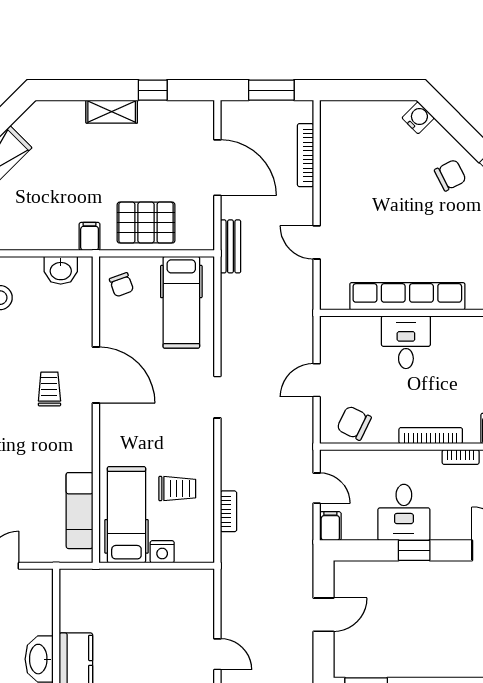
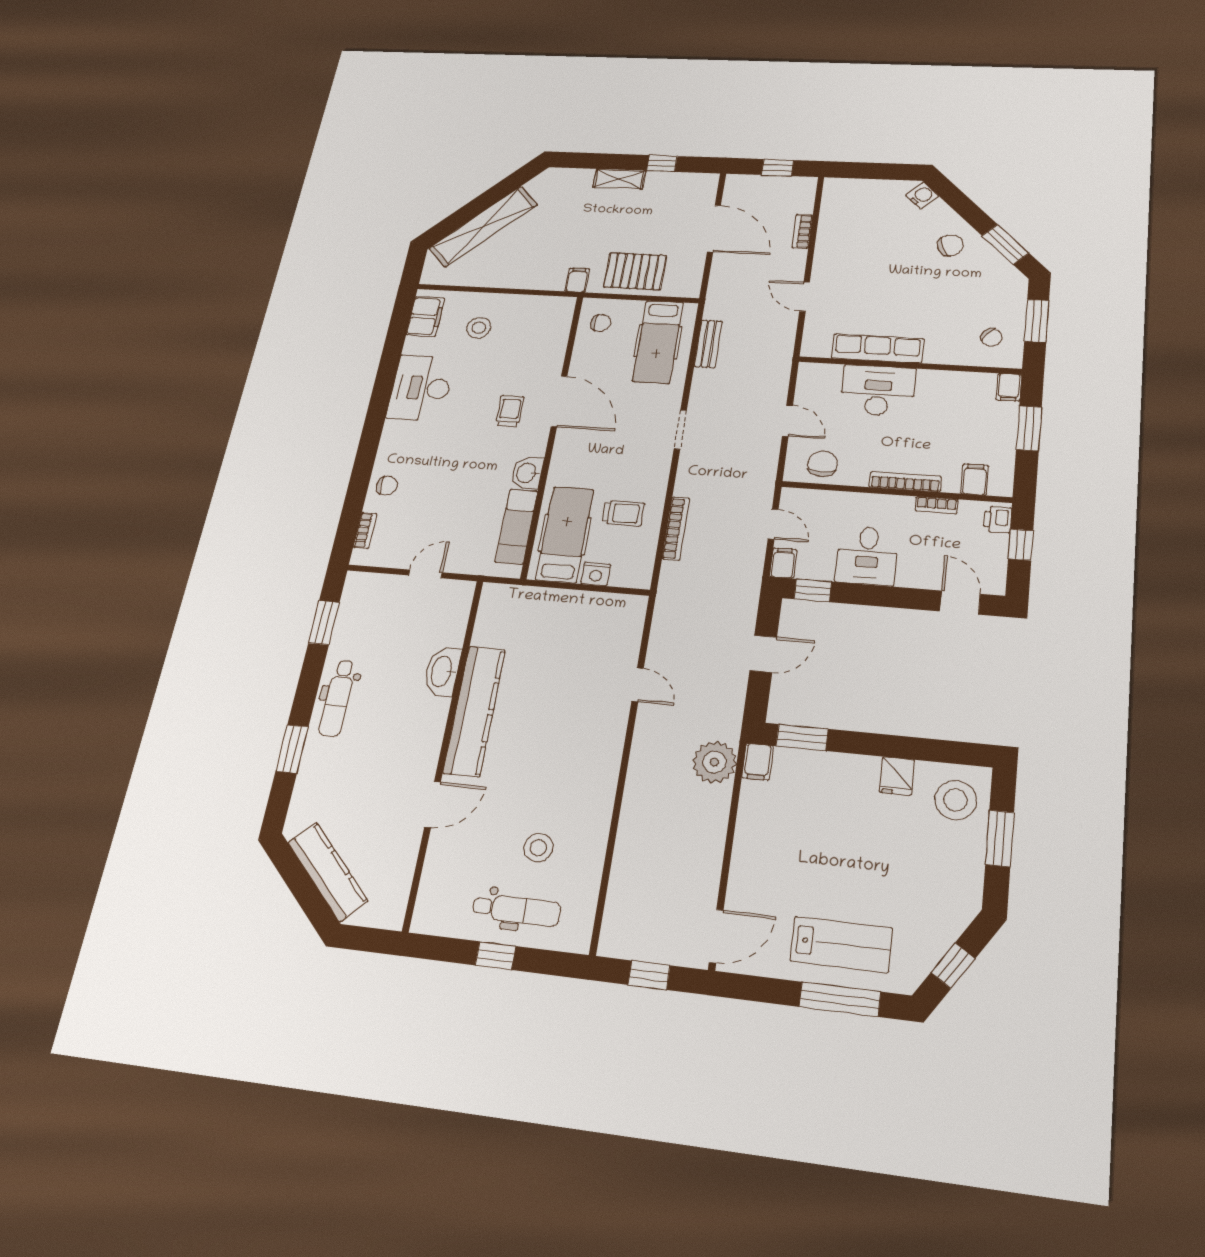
window: (271, 90) -> (777, 168), width x0.67
bookcase: (305, 155) -> (802, 231), width x0.64
bench: (230, 246) -> (708, 344), moved
washbasin: (61, 270) -> (527, 473), moved, turned 90
chair: (121, 285) -> (601, 323), turned -70
row of seats: (407, 296) -> (878, 348), width x0.73
desk: (406, 342) -> (878, 391), width x1.37
door: (317, 380) -> (787, 421), swing flipped
chair: (354, 423) -> (822, 464), turned 64
bookcase: (228, 511) -> (676, 528), width x1.56
window: (414, 550) -> (813, 590), moved

